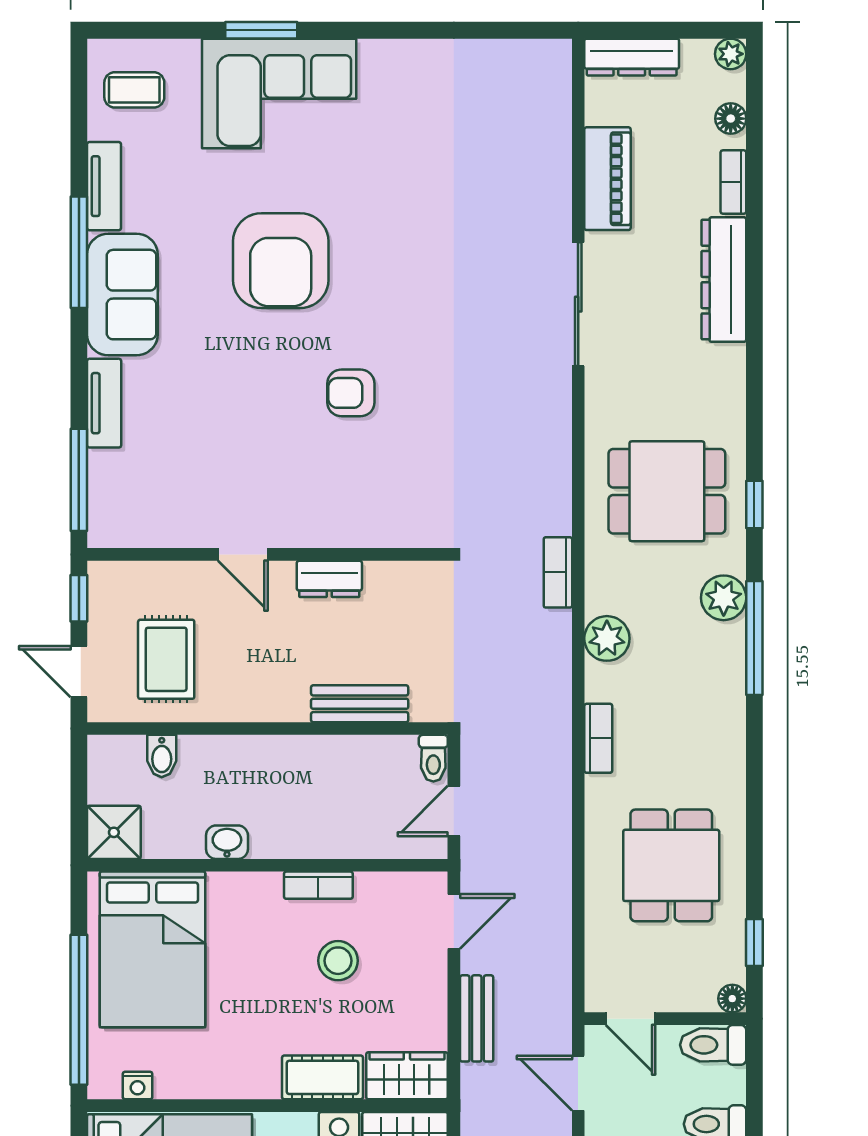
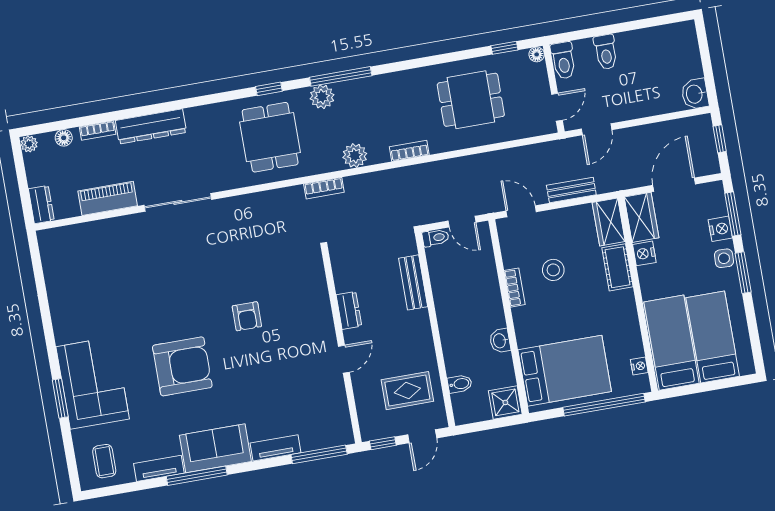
dresser: (632, 57) -> (41, 205), width x0.70

